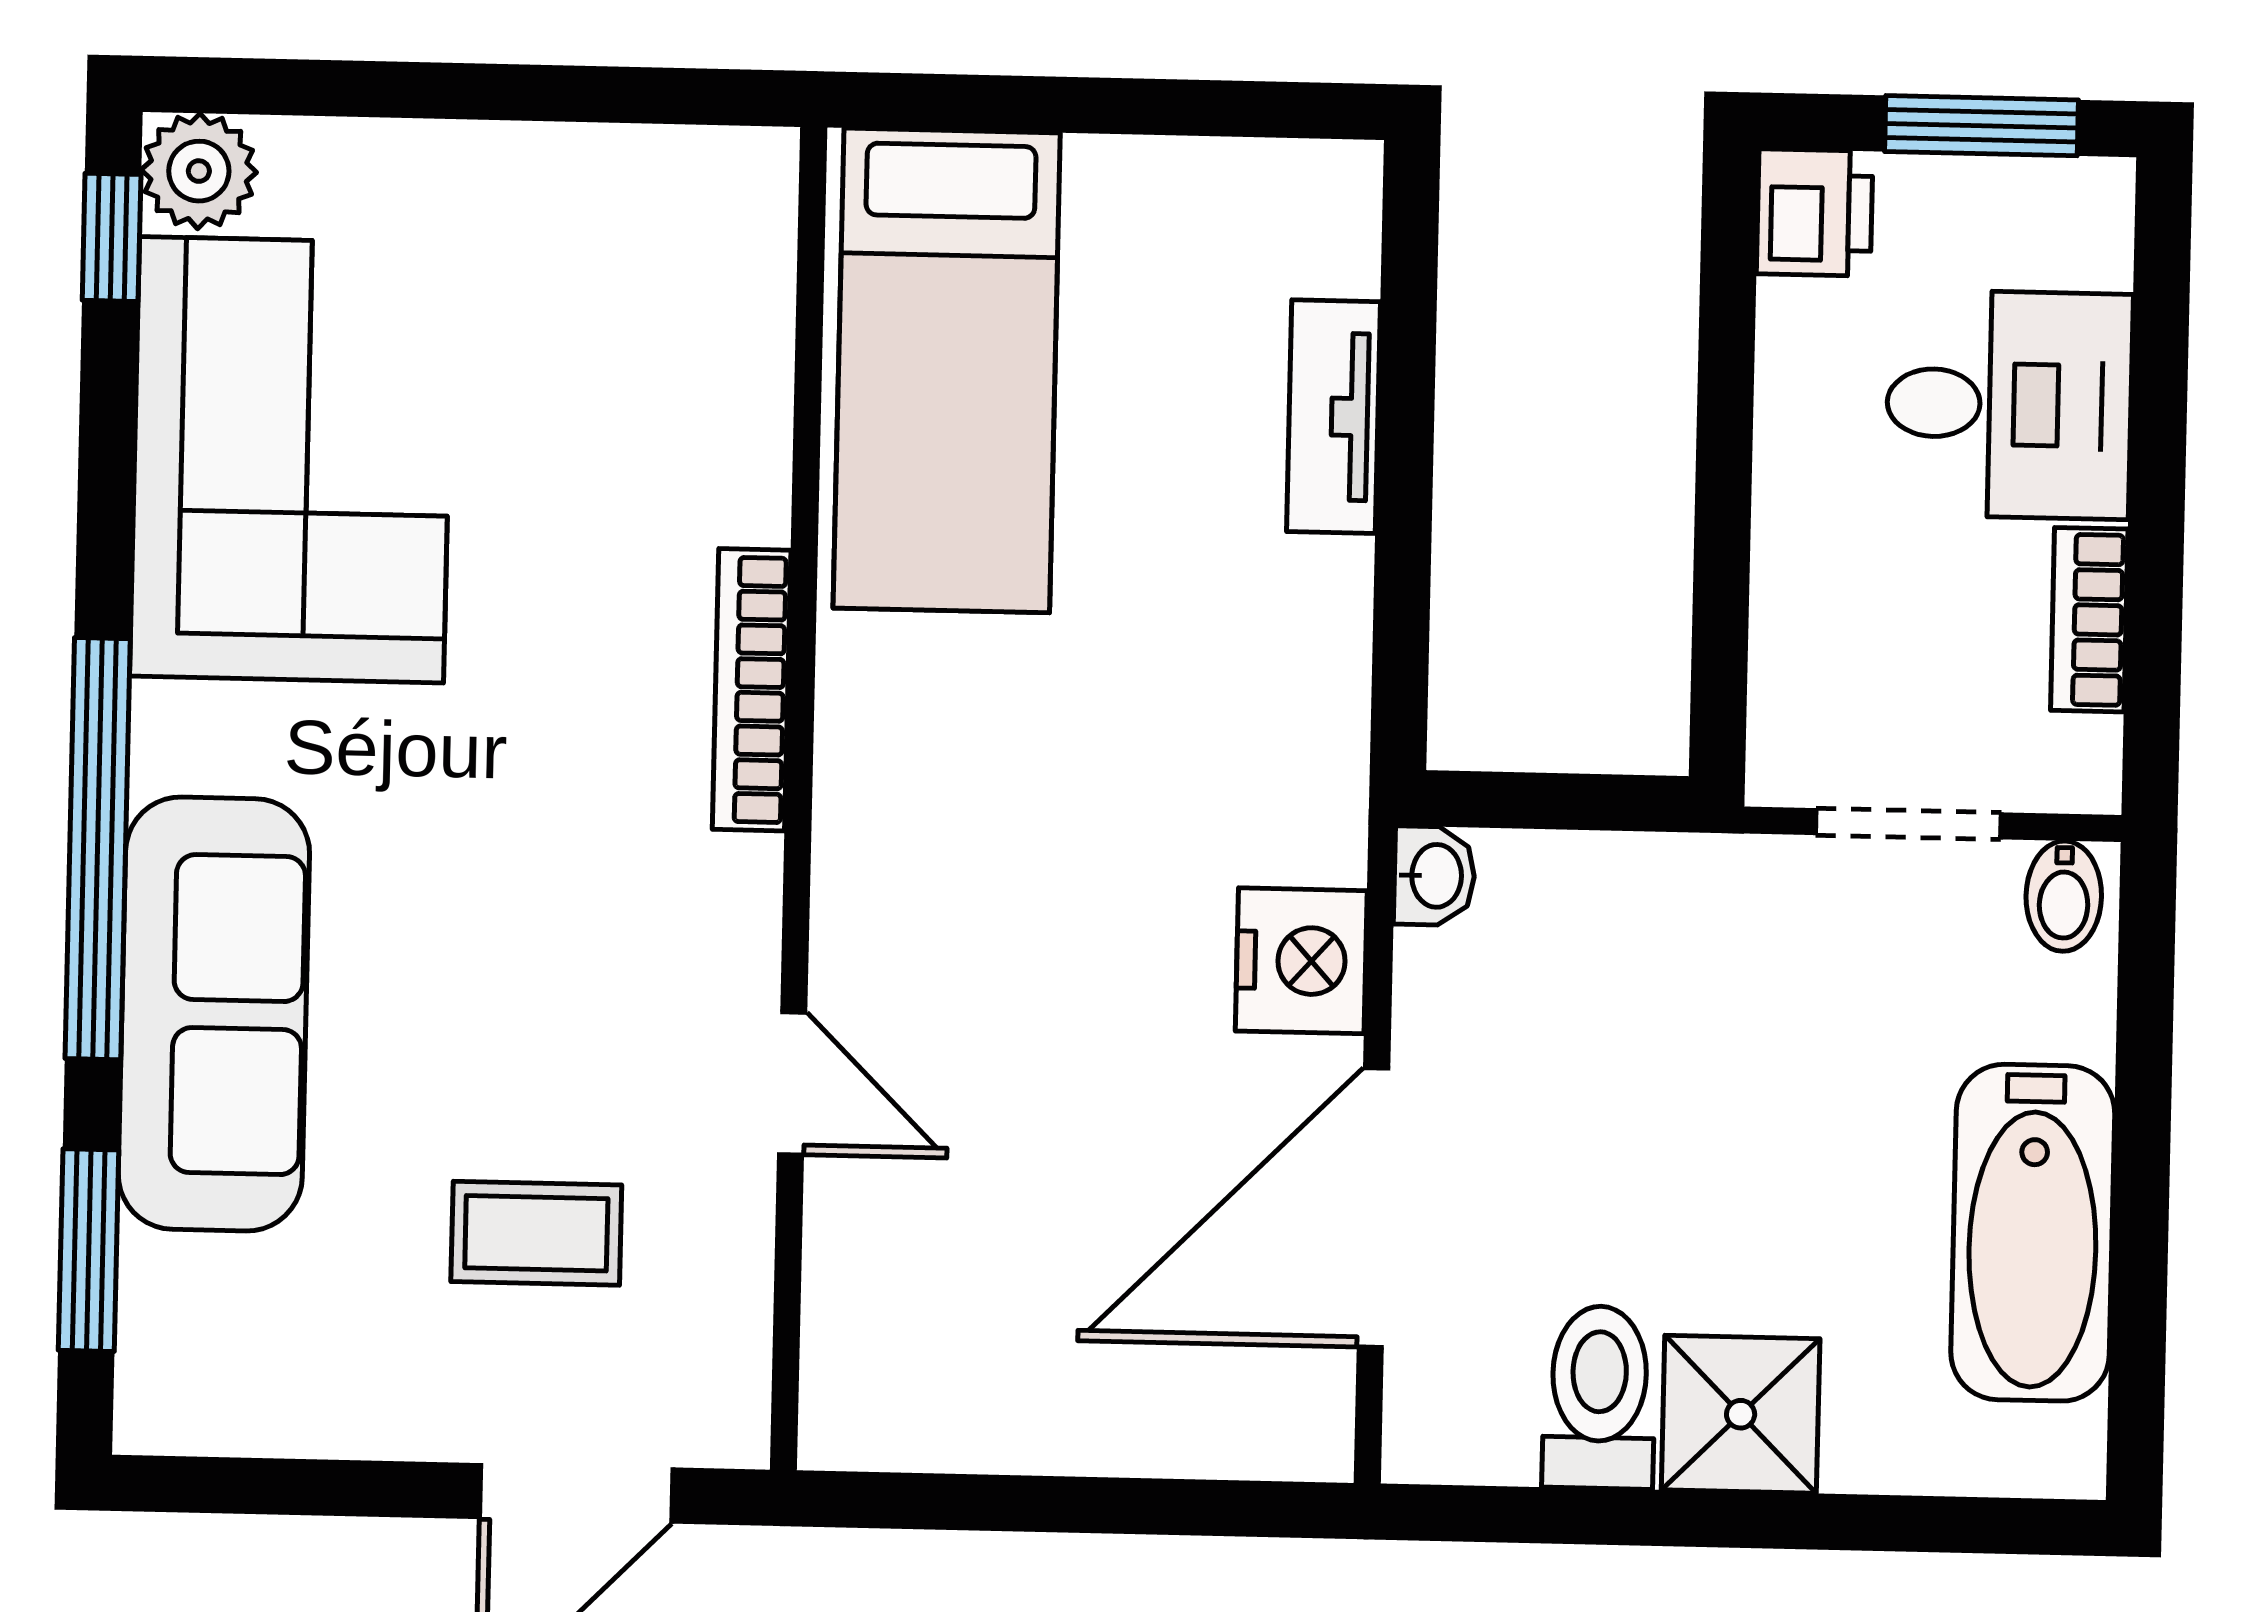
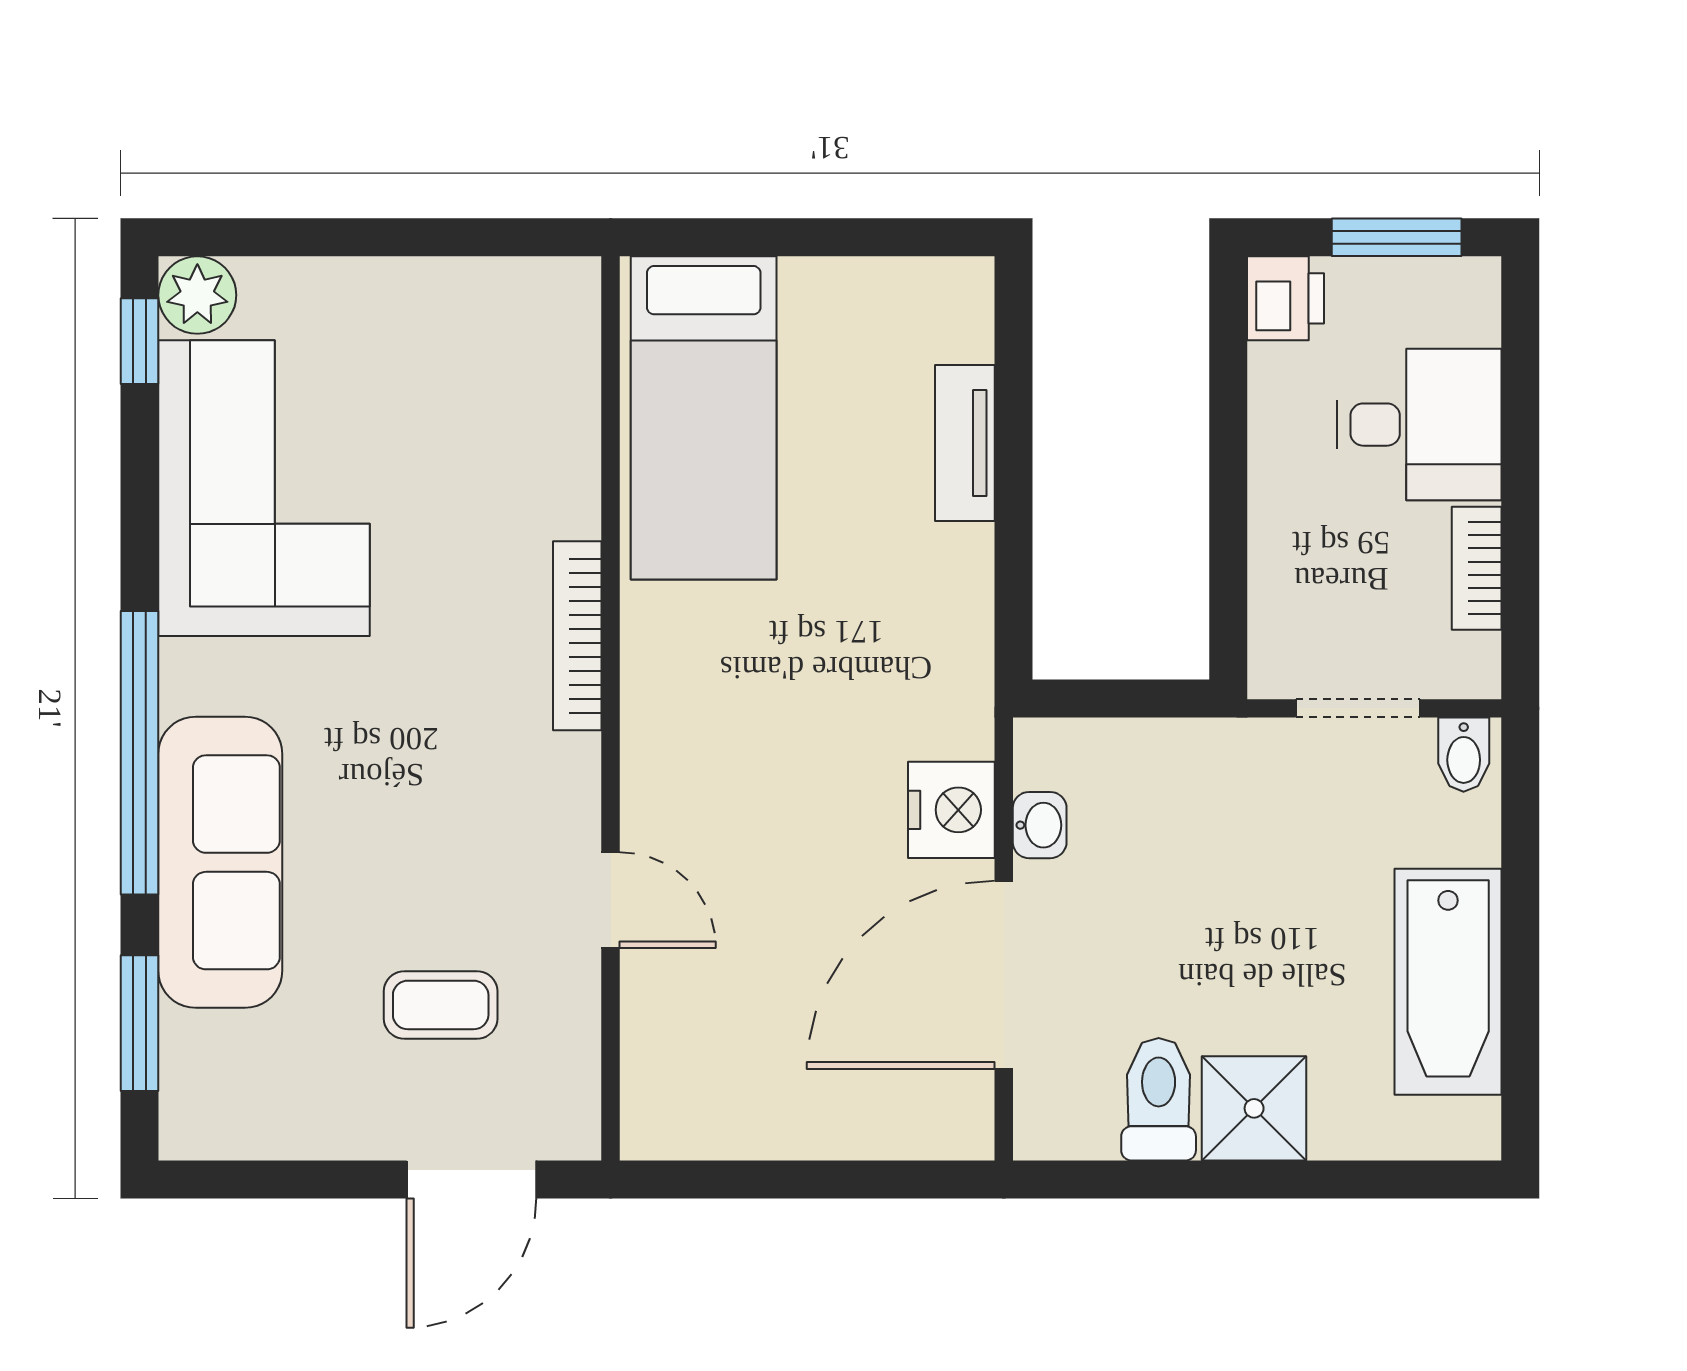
washbasin: (1434, 876) -> (1040, 825), moved

